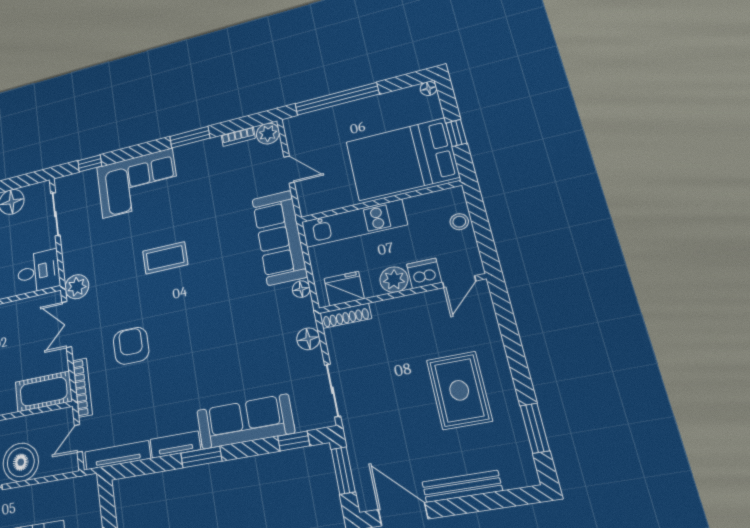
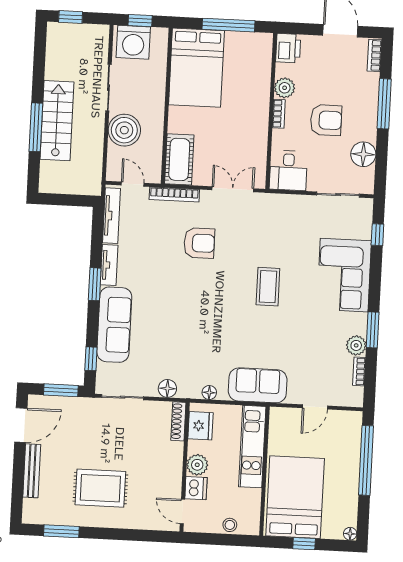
plant: (268, 134) -> (356, 345), moved
sofa: (279, 238) -> (258, 385), width x0.73
plant: (77, 287) -> (264, 204), removed

